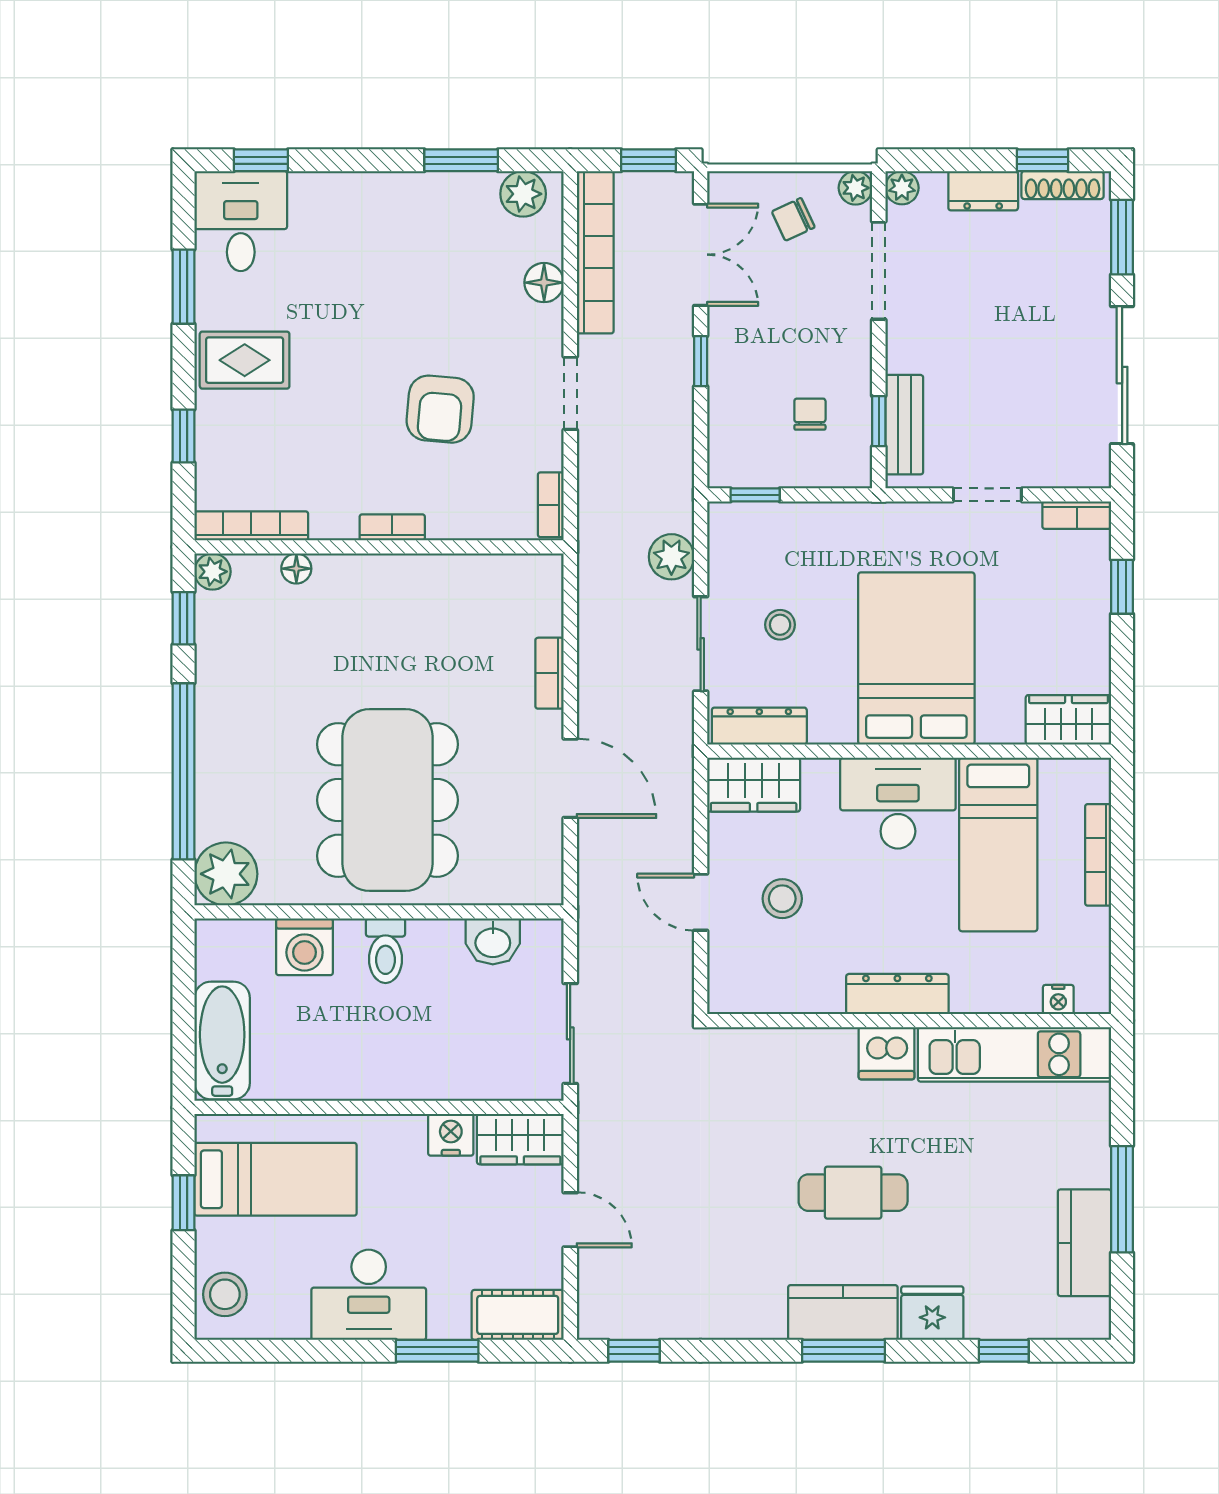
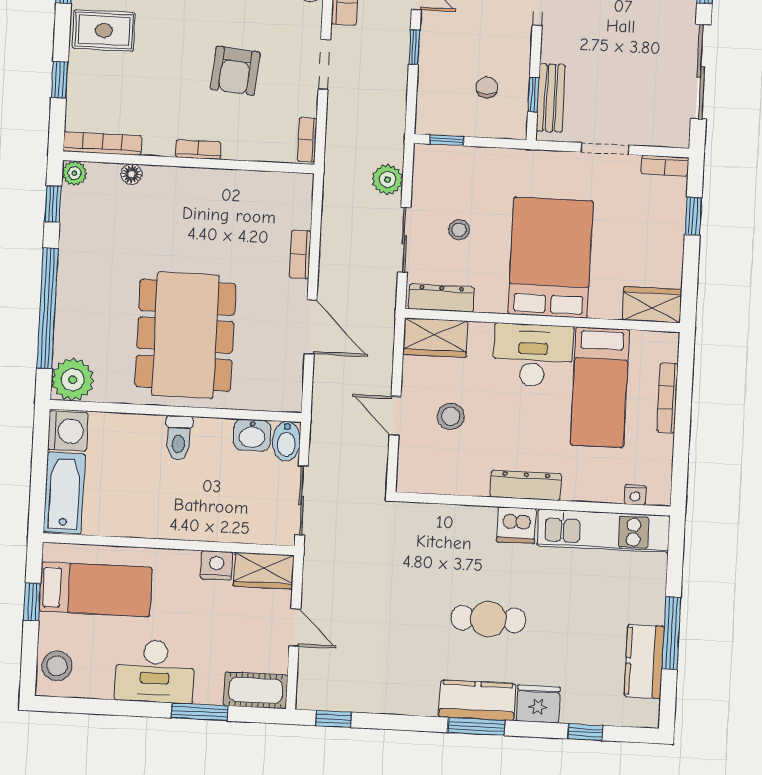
washing machine: (305, 947) -> (68, 431), moved, turned -90
bidet: (544, 948) -> (286, 441), added

